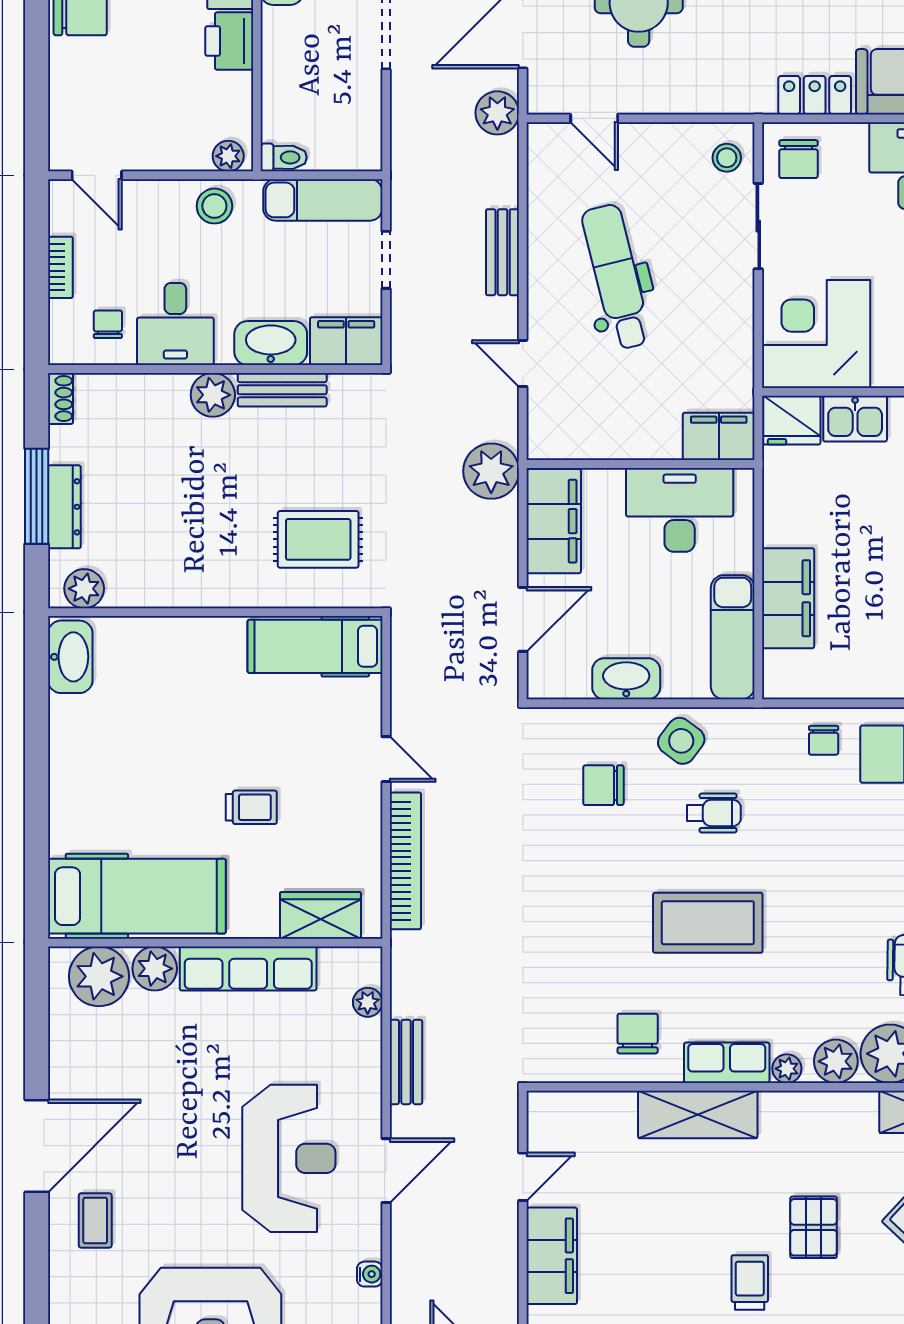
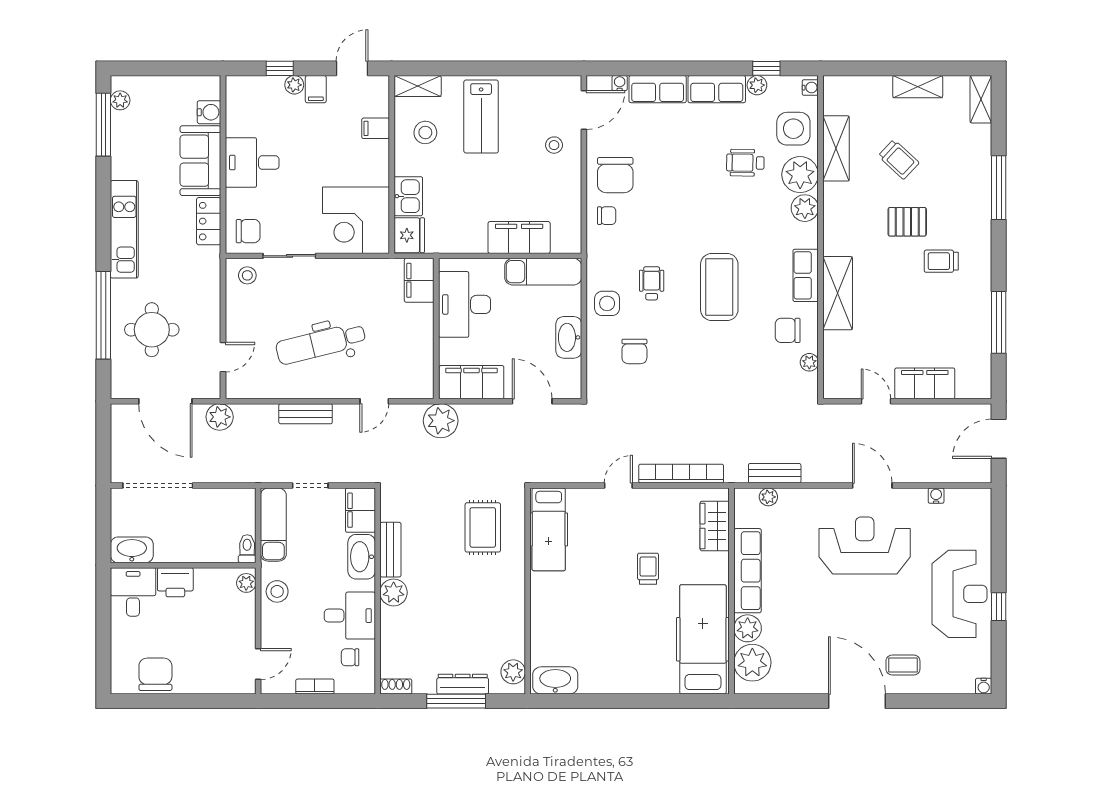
side table: (681, 741) -> (607, 303), turned -37
bench: (406, 1062) -> (775, 473), moved
plant: (787, 1069) -> (809, 362), moved

